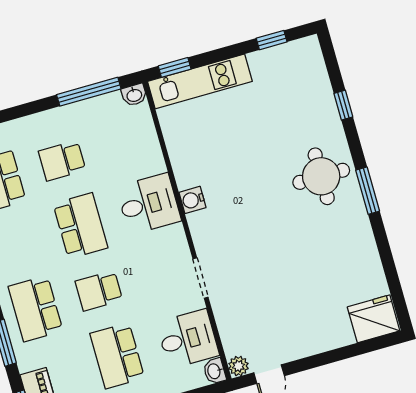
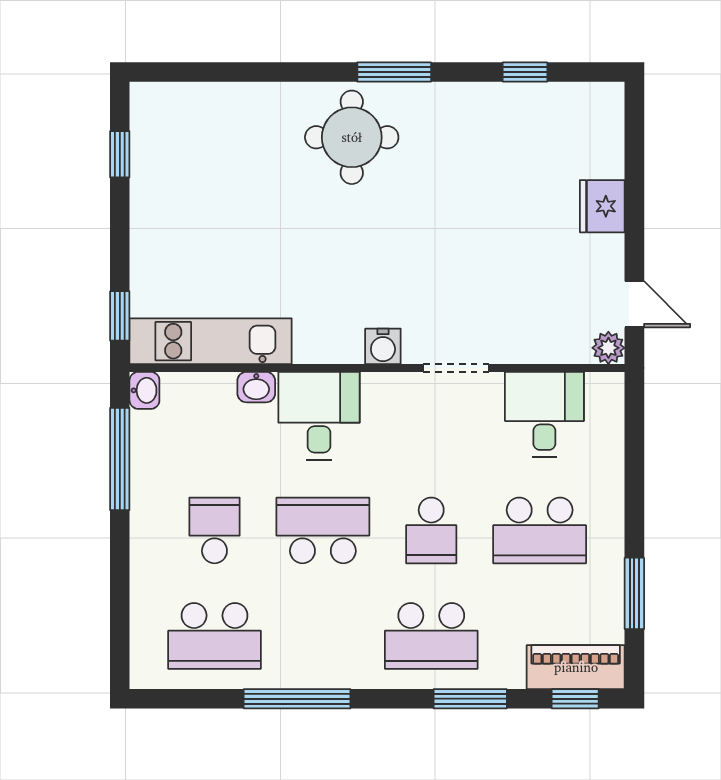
kitchen unit: (200, 81) -> (211, 341), moved, turned -90
window: (343, 105) -> (525, 72), moved
school desk: (62, 161) -> (214, 530), turned 180
water cooler: (192, 200) -> (383, 346), moved
fridge: (374, 319) -> (602, 206), moved, width x0.73, depth x0.75
washbasin: (214, 371) -> (256, 387), moved

